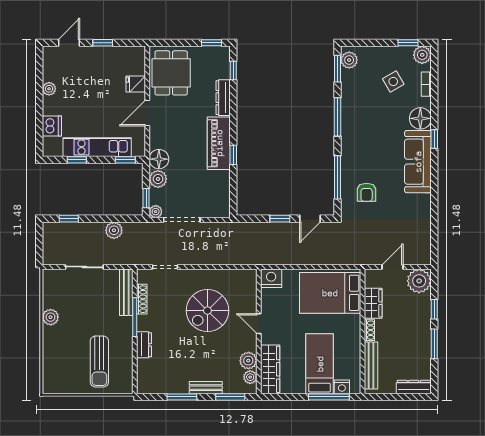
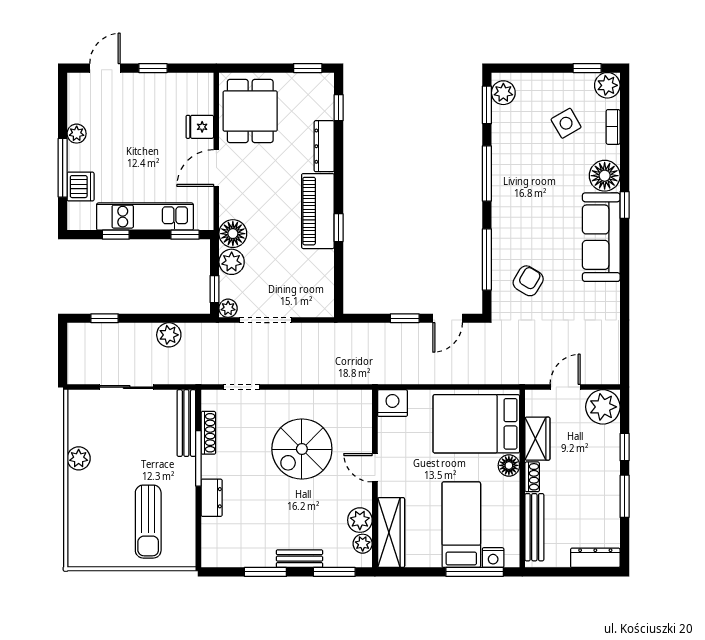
window: (39, 113) -> (63, 168), added
armchair: (367, 192) -> (528, 281), turned -149
floor lamp: (353, 322) -> (509, 465), added

